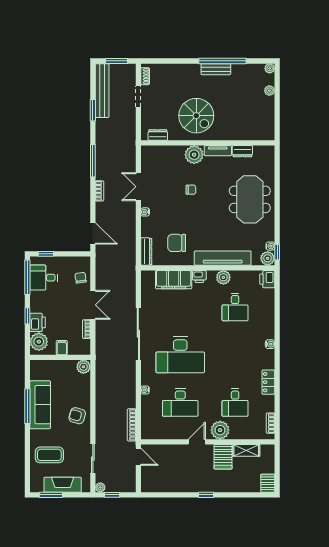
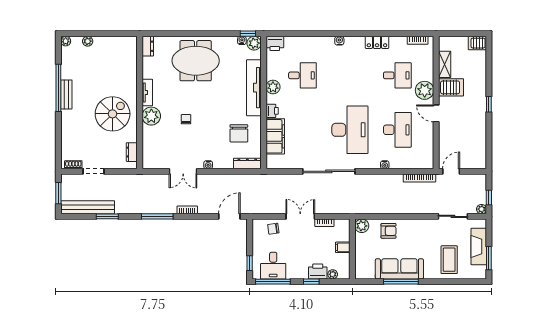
dresser: (242, 151) -> (148, 46), moved
plant: (39, 342) -> (333, 274), width x0.53, depth x0.53
armchair: (77, 416) -> (389, 231), moved, turned -106

